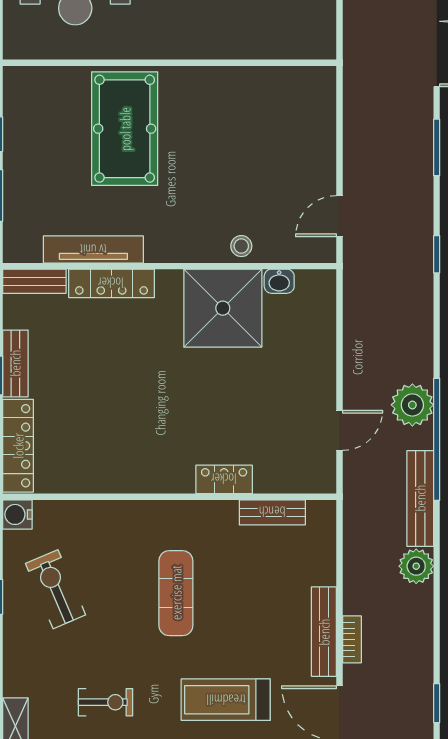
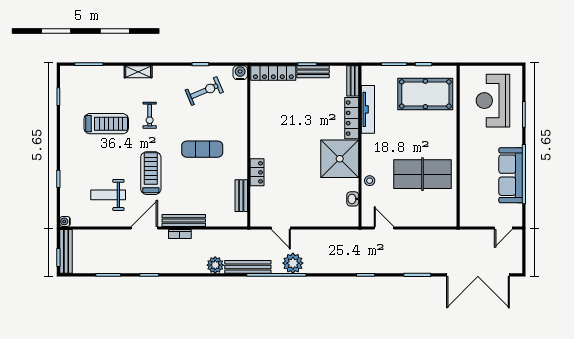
pool table: (125, 129) -> (425, 94), moved
table tennis table: (228, 136) -> (423, 174), added
shower: (223, 308) -> (340, 159), moved

